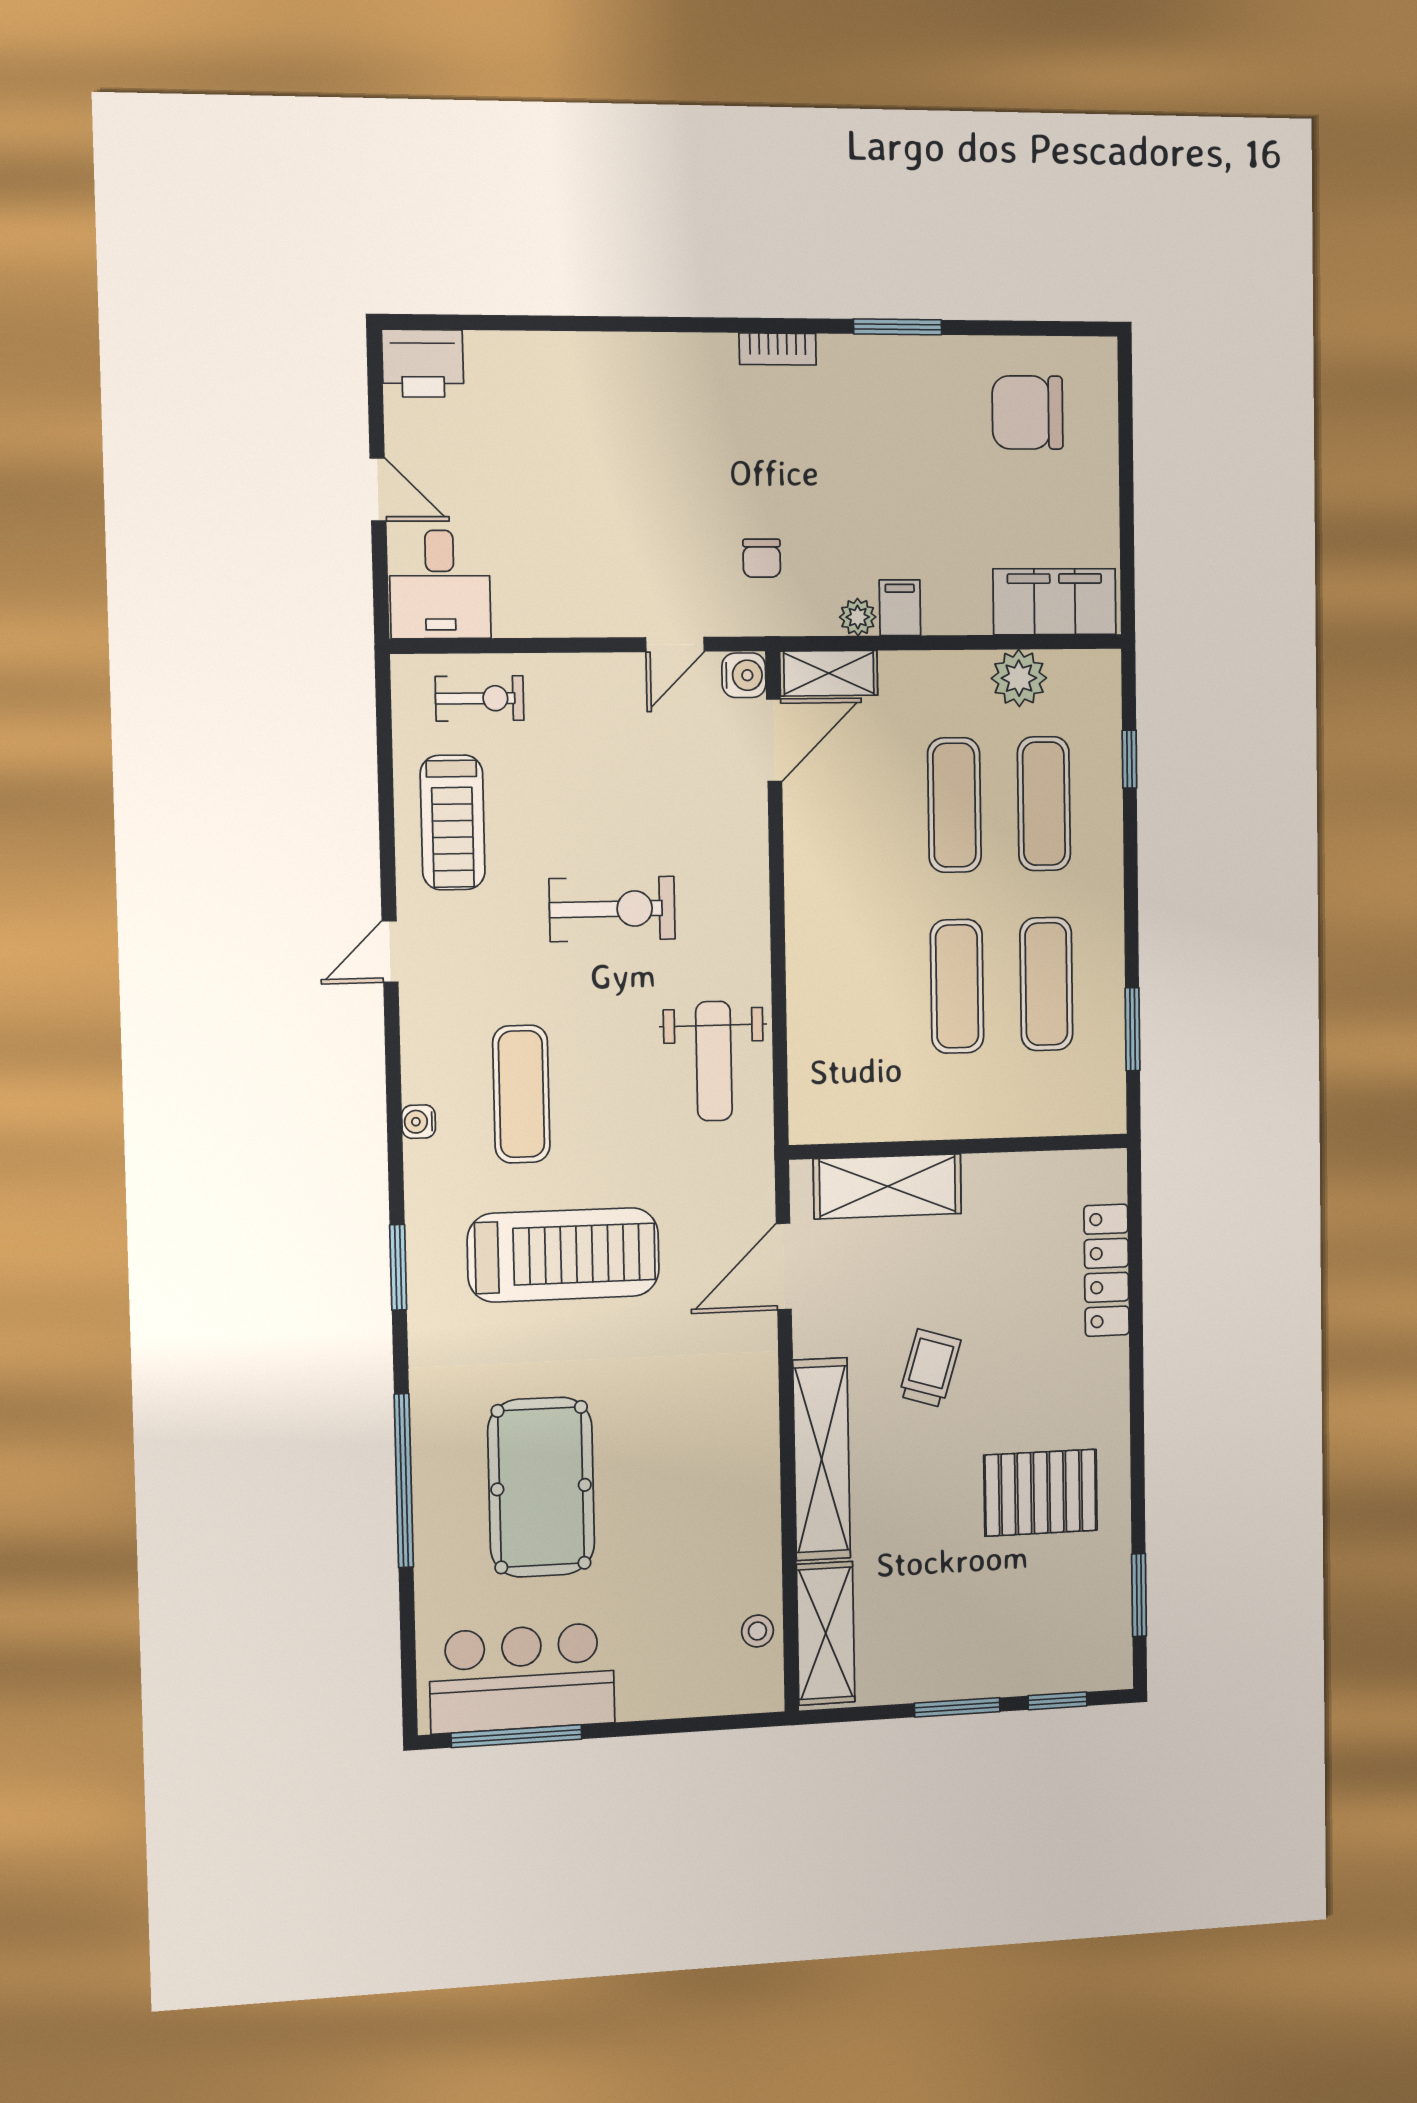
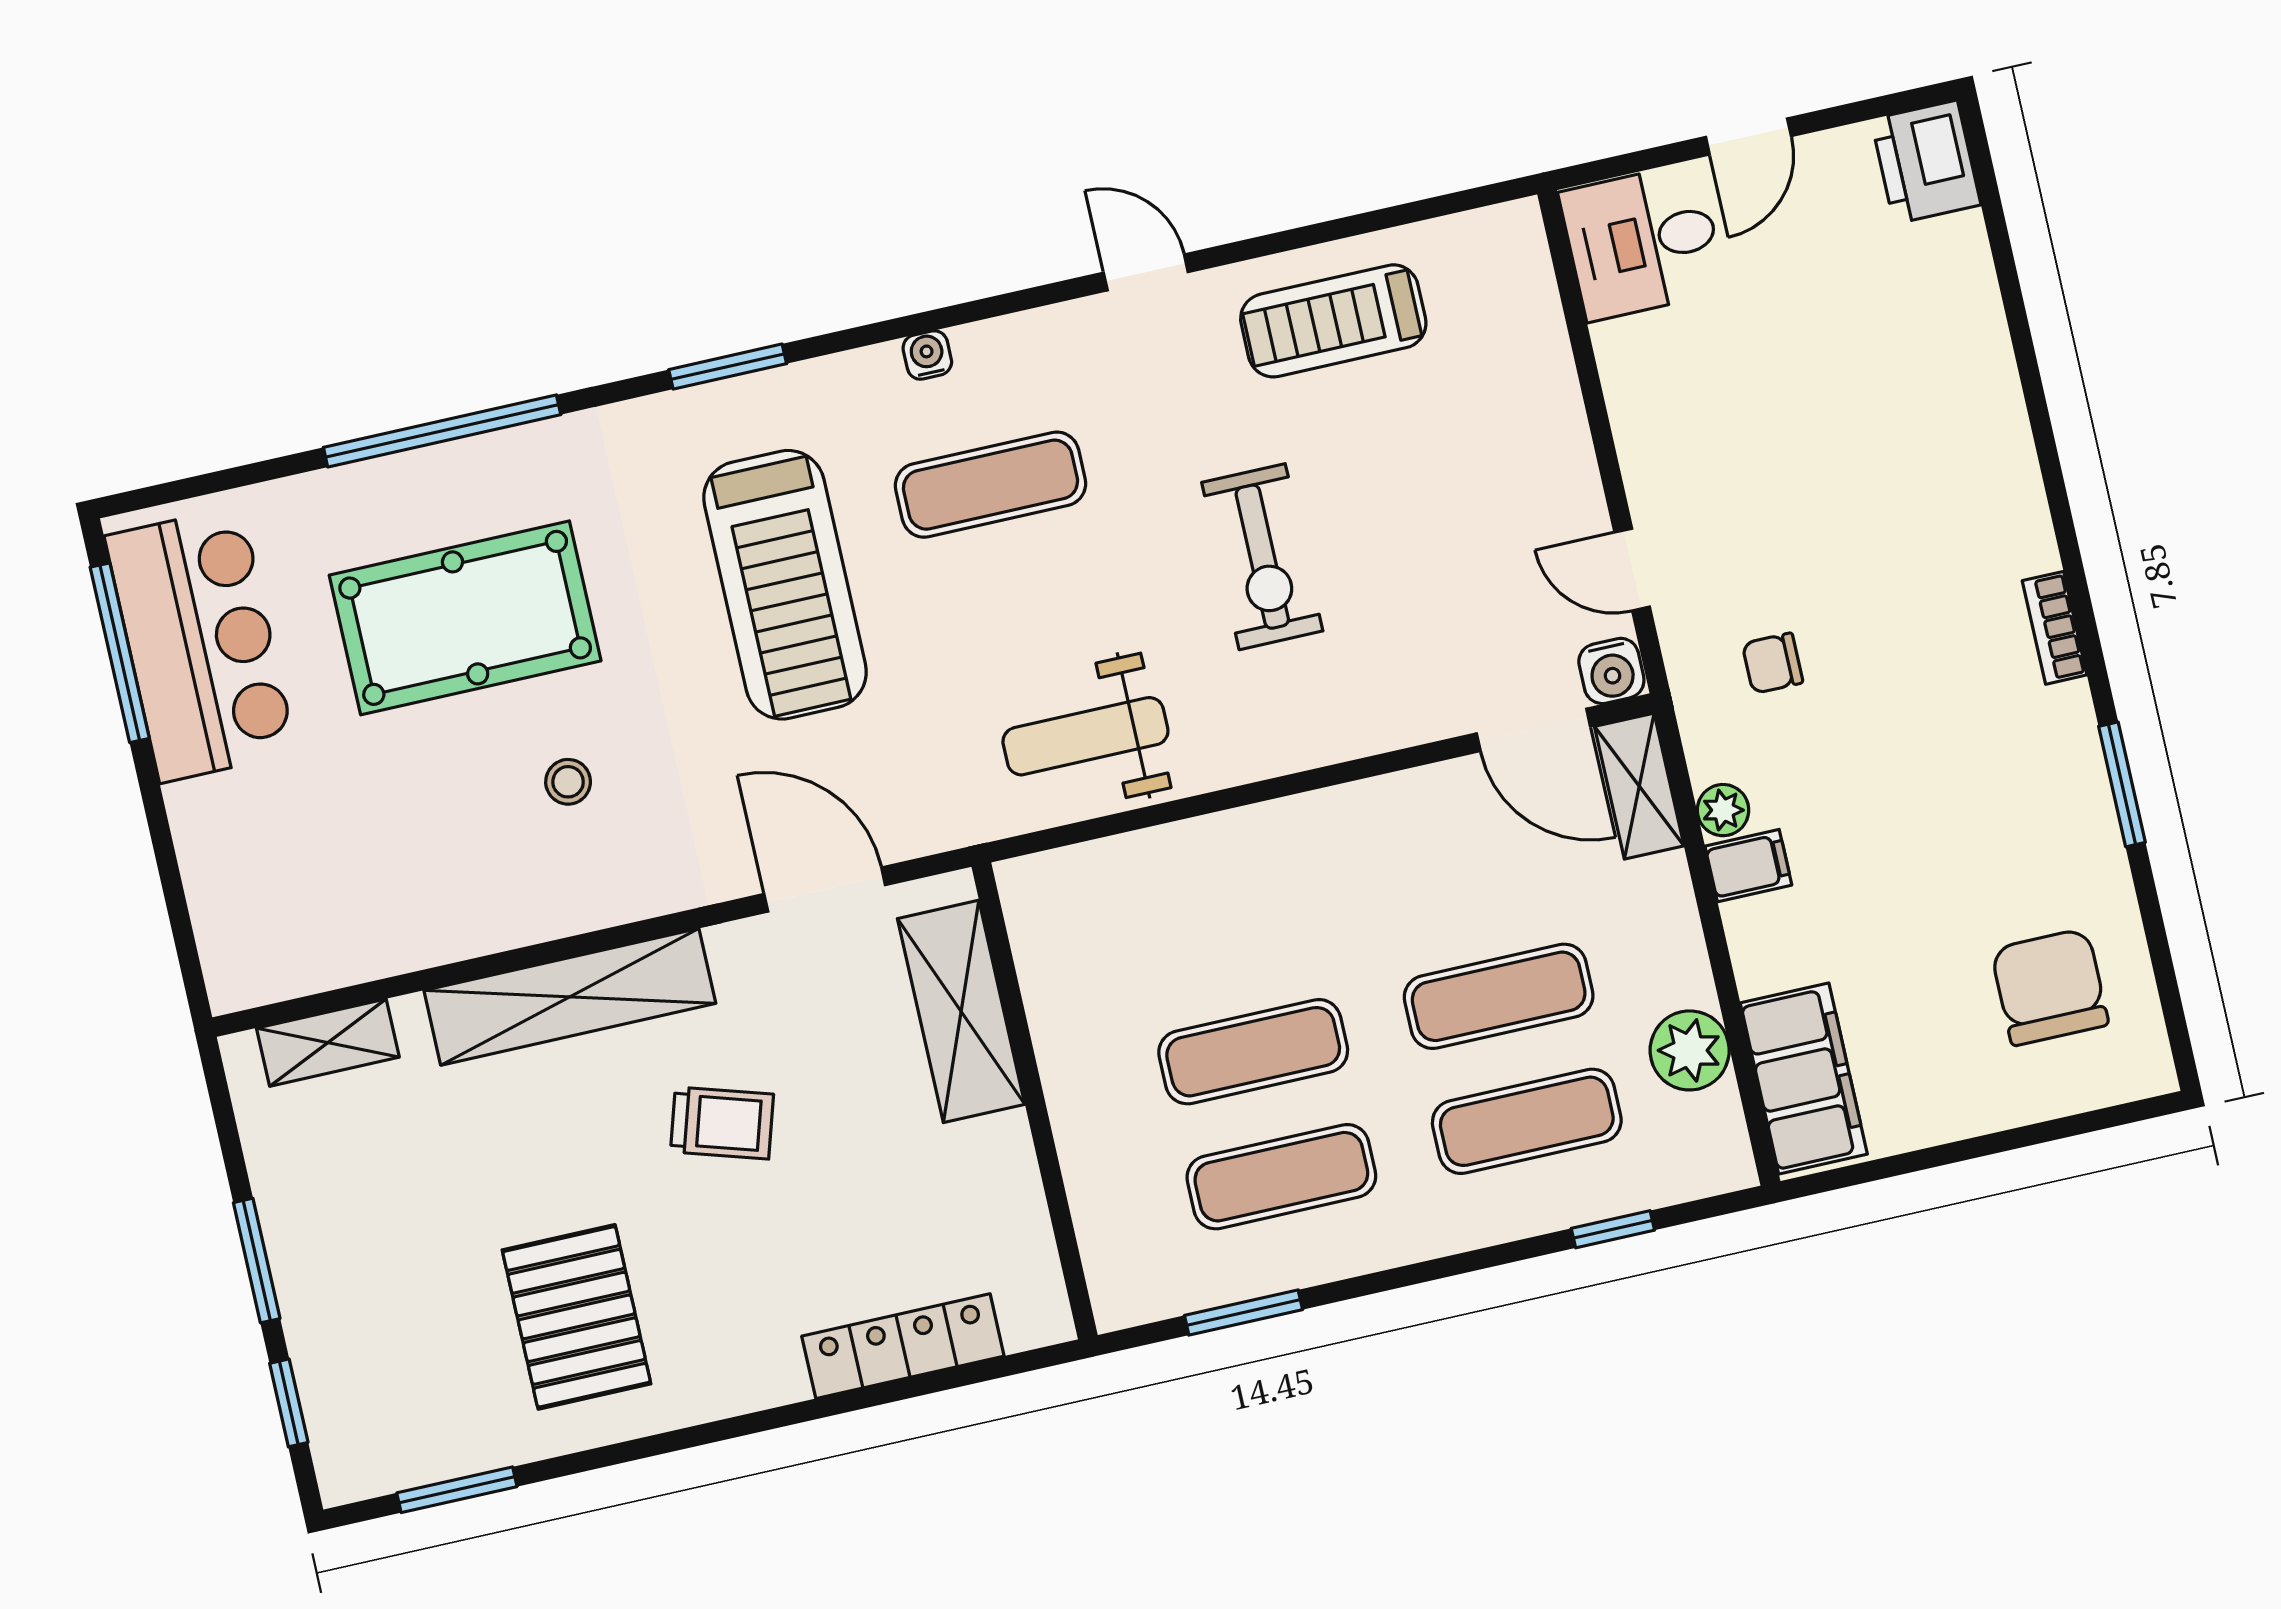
exercise bike: (480, 698) -> (1505, 324), removed
stool: (757, 1631) -> (568, 782), moved
shelving: (826, 1633) -> (328, 1043), width x0.67, depth x0.75

